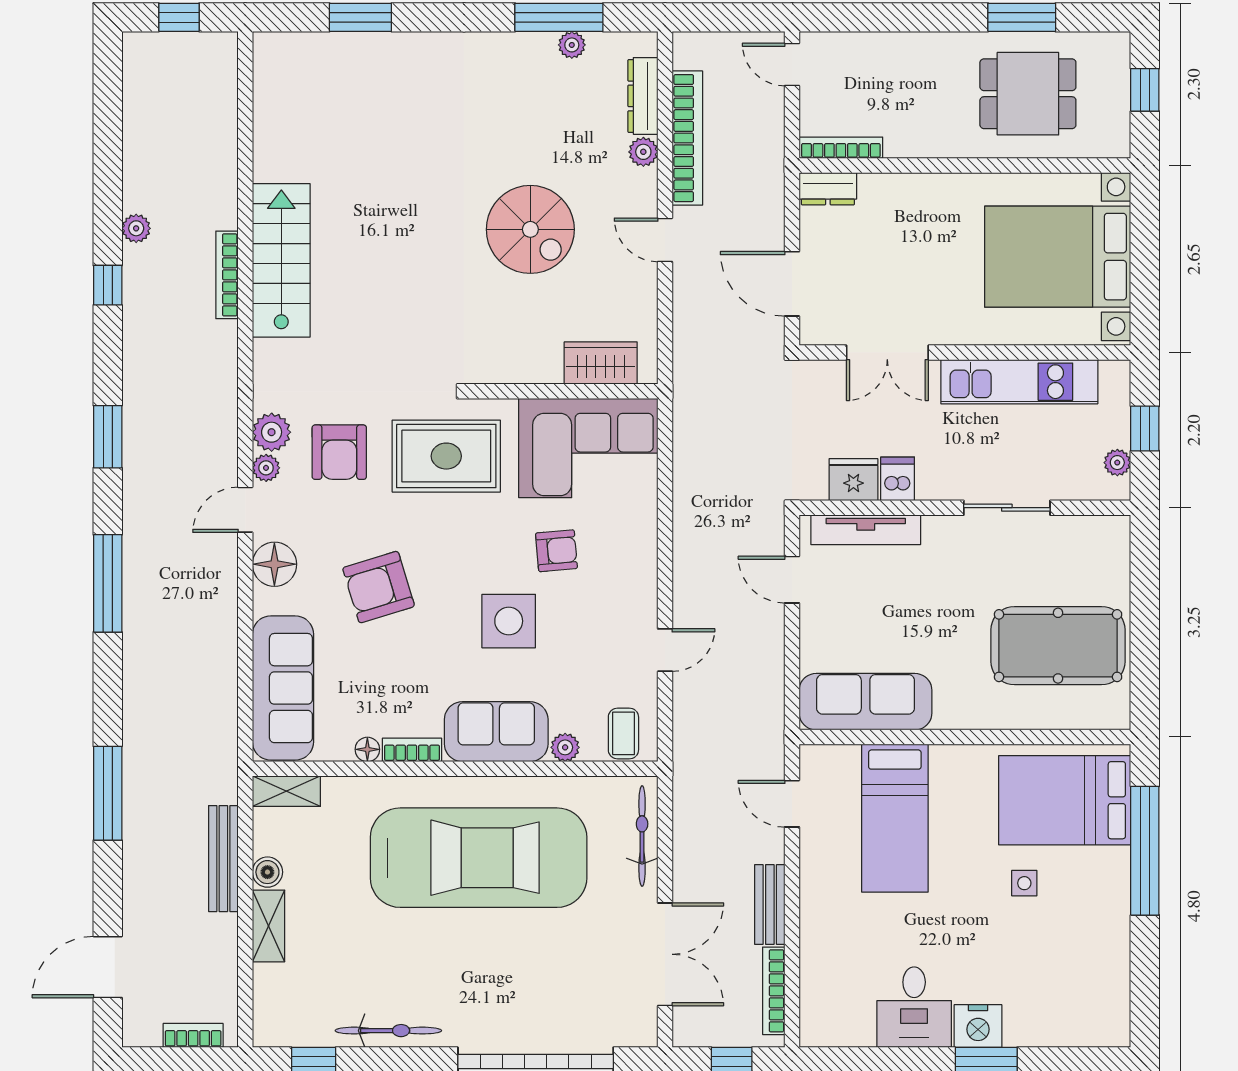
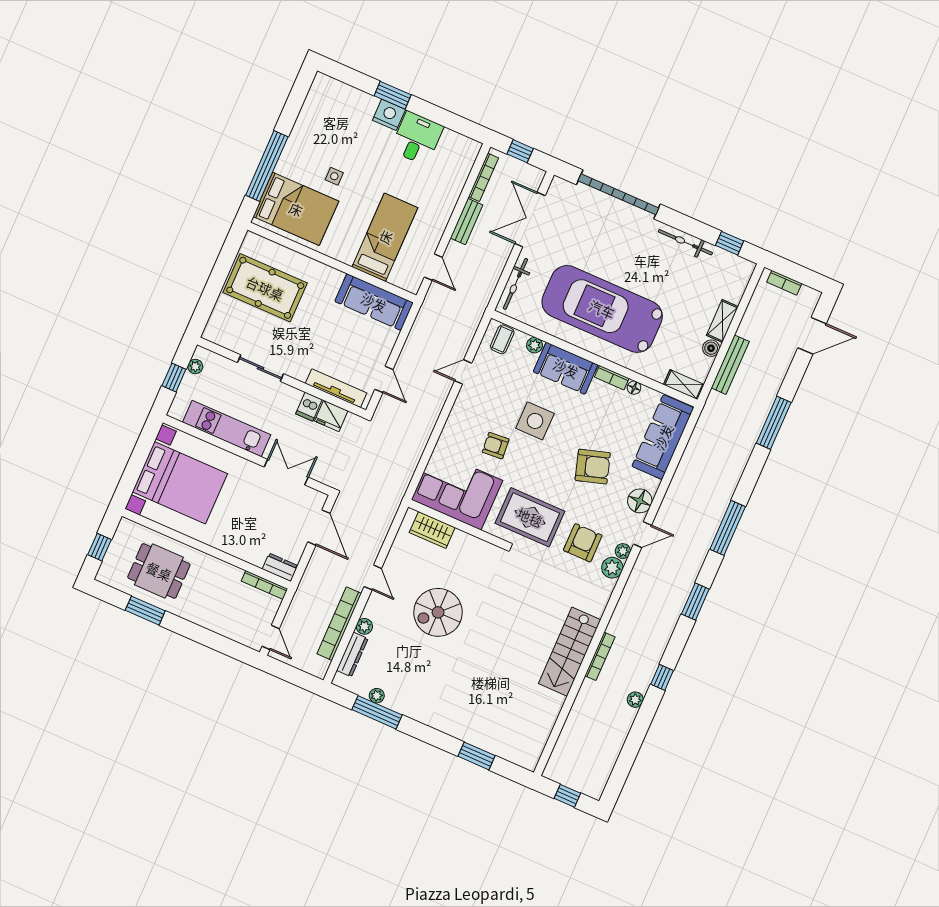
spiral stairs: (530, 229) -> (438, 612), turned -90

